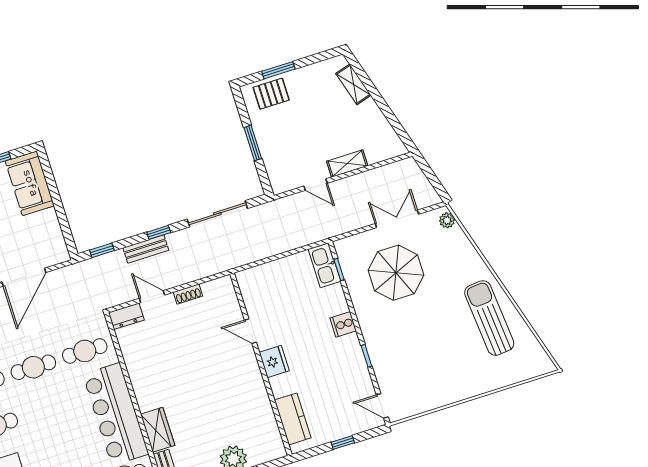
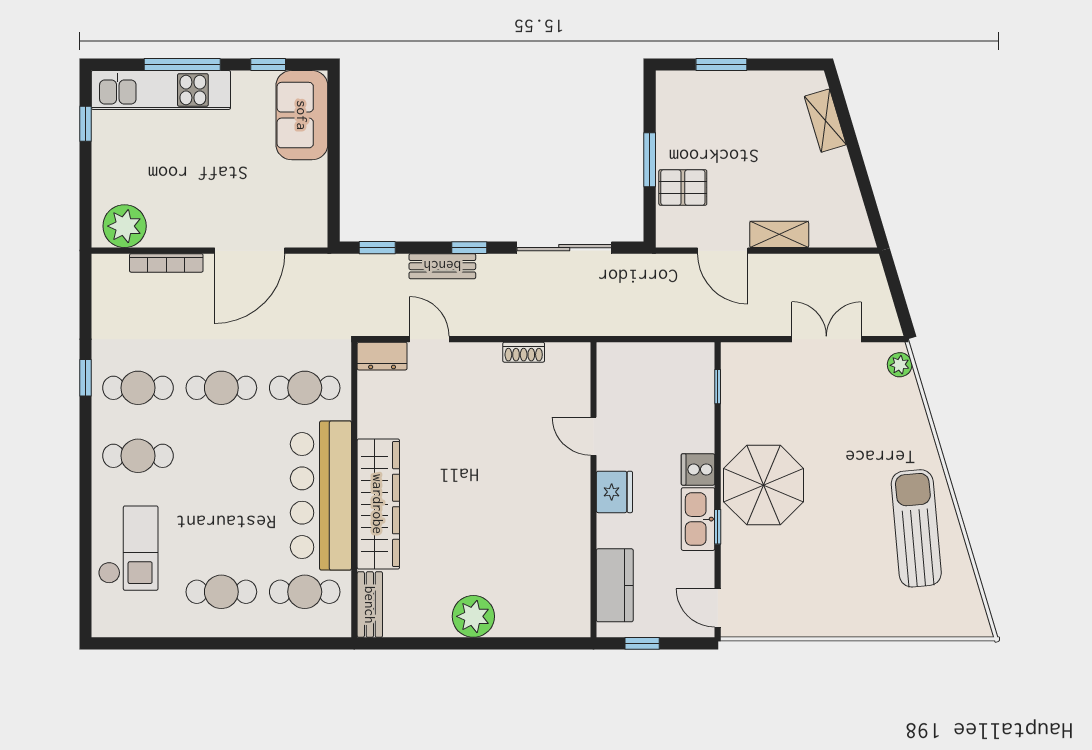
pallet: (271, 94) -> (683, 188), moved
door: (316, 185) -> (723, 251), width x1.38
kitchen sink: (324, 265) -> (698, 519), moved
parasol: (396, 273) -> (764, 485), moved
shoe rack: (188, 294) -> (524, 352), moved
door: (250, 331) -> (594, 436), moved
fridge: (274, 361) -> (614, 492), moved
wall: (261, 364) -> (594, 490), moved
kitchen counter: (293, 419) -> (615, 585), moved
wardrobe: (158, 430) -> (378, 504), width x2.10, depth x1.17

